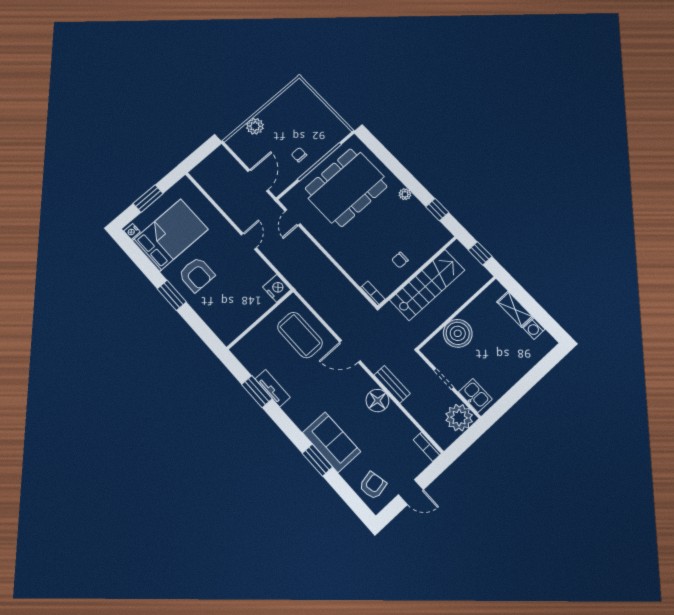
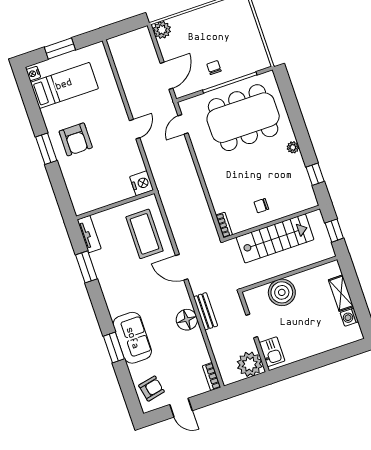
plant: (255, 126) -> (162, 30), moved
bed: (170, 235) -> (64, 85), width x0.67
tv unit: (273, 388) -> (89, 234), moved

